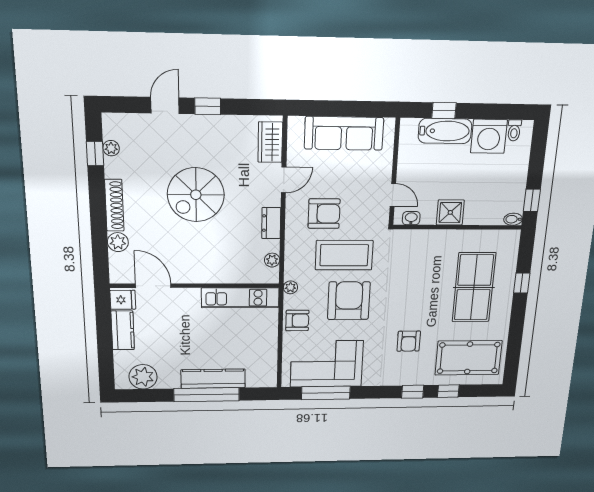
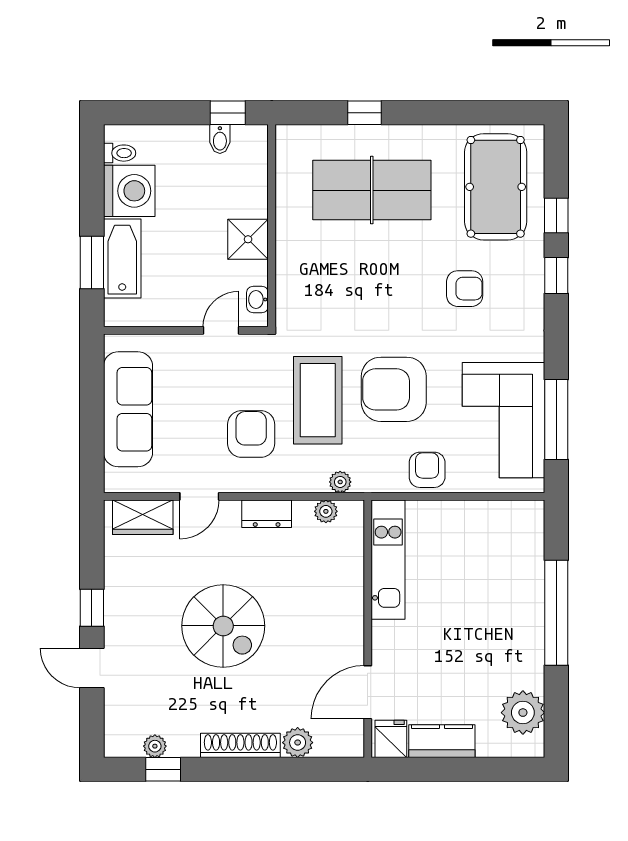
window: (444, 111) -> (92, 263), width x1.50
door: (284, 180) -> (199, 496), swing flipped
bidet: (513, 219) -> (220, 139), moved
plant: (290, 287) -> (340, 482), moved
kitchen counter: (213, 379) -> (528, 602), removed

